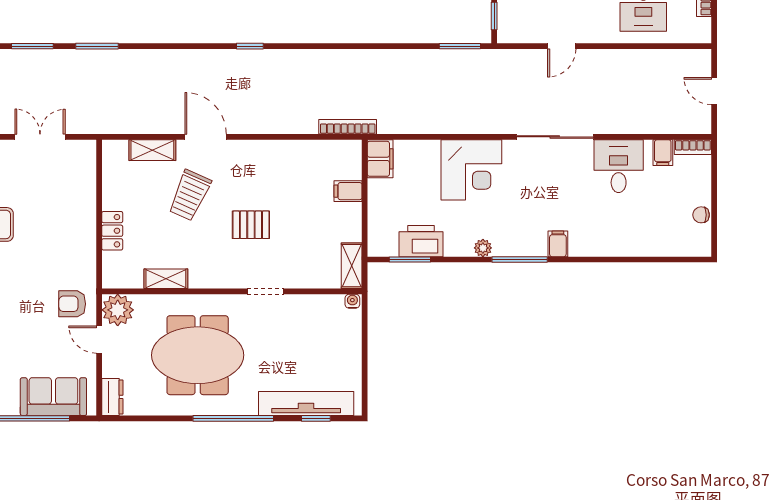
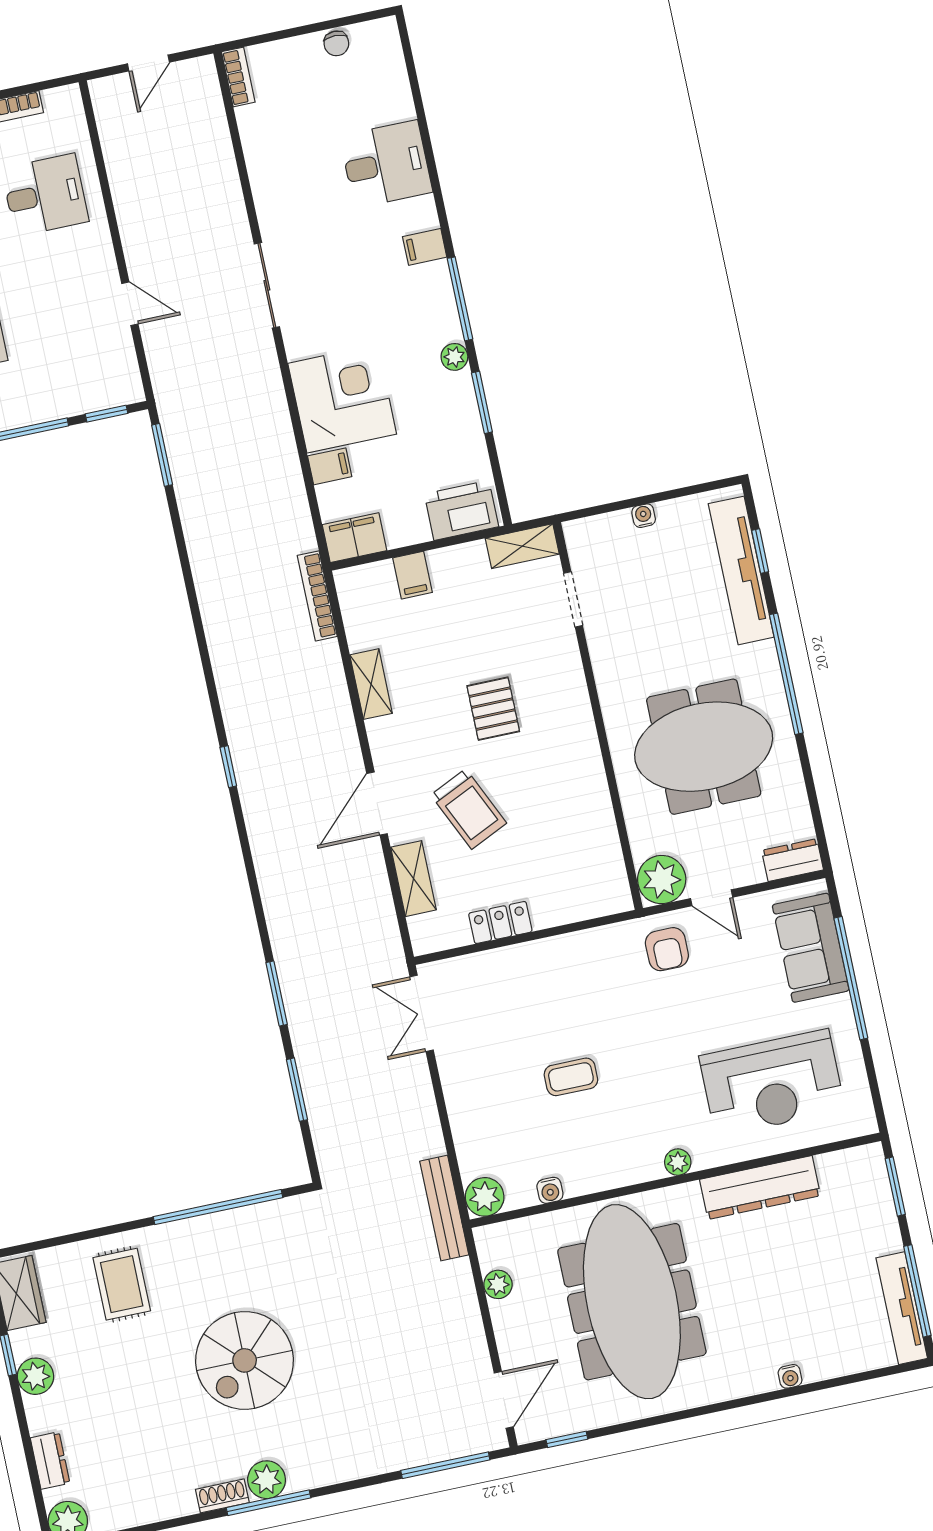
double door: (40, 137) -> (422, 1013), moved
sliding door: (555, 137) -> (267, 285), width x0.73
filing cabinet: (663, 153) -> (330, 466), moved
desk: (619, 166) -> (386, 164), moved, turned 180
trolley: (190, 195) -> (469, 809), turned 41
locker: (112, 231) -> (500, 922), moved
printer: (421, 241) -> (461, 510), moved, turned 90
window: (410, 260) -> (482, 402), moved
shelving: (166, 279) -> (371, 684), moved
doorway: (266, 291) -> (573, 599), moved
water cooler: (352, 301) -> (644, 516), moved, turned 90
door: (99, 340) -> (712, 898), hinge flipped
meeting table: (198, 355) -> (704, 747), turned 90

